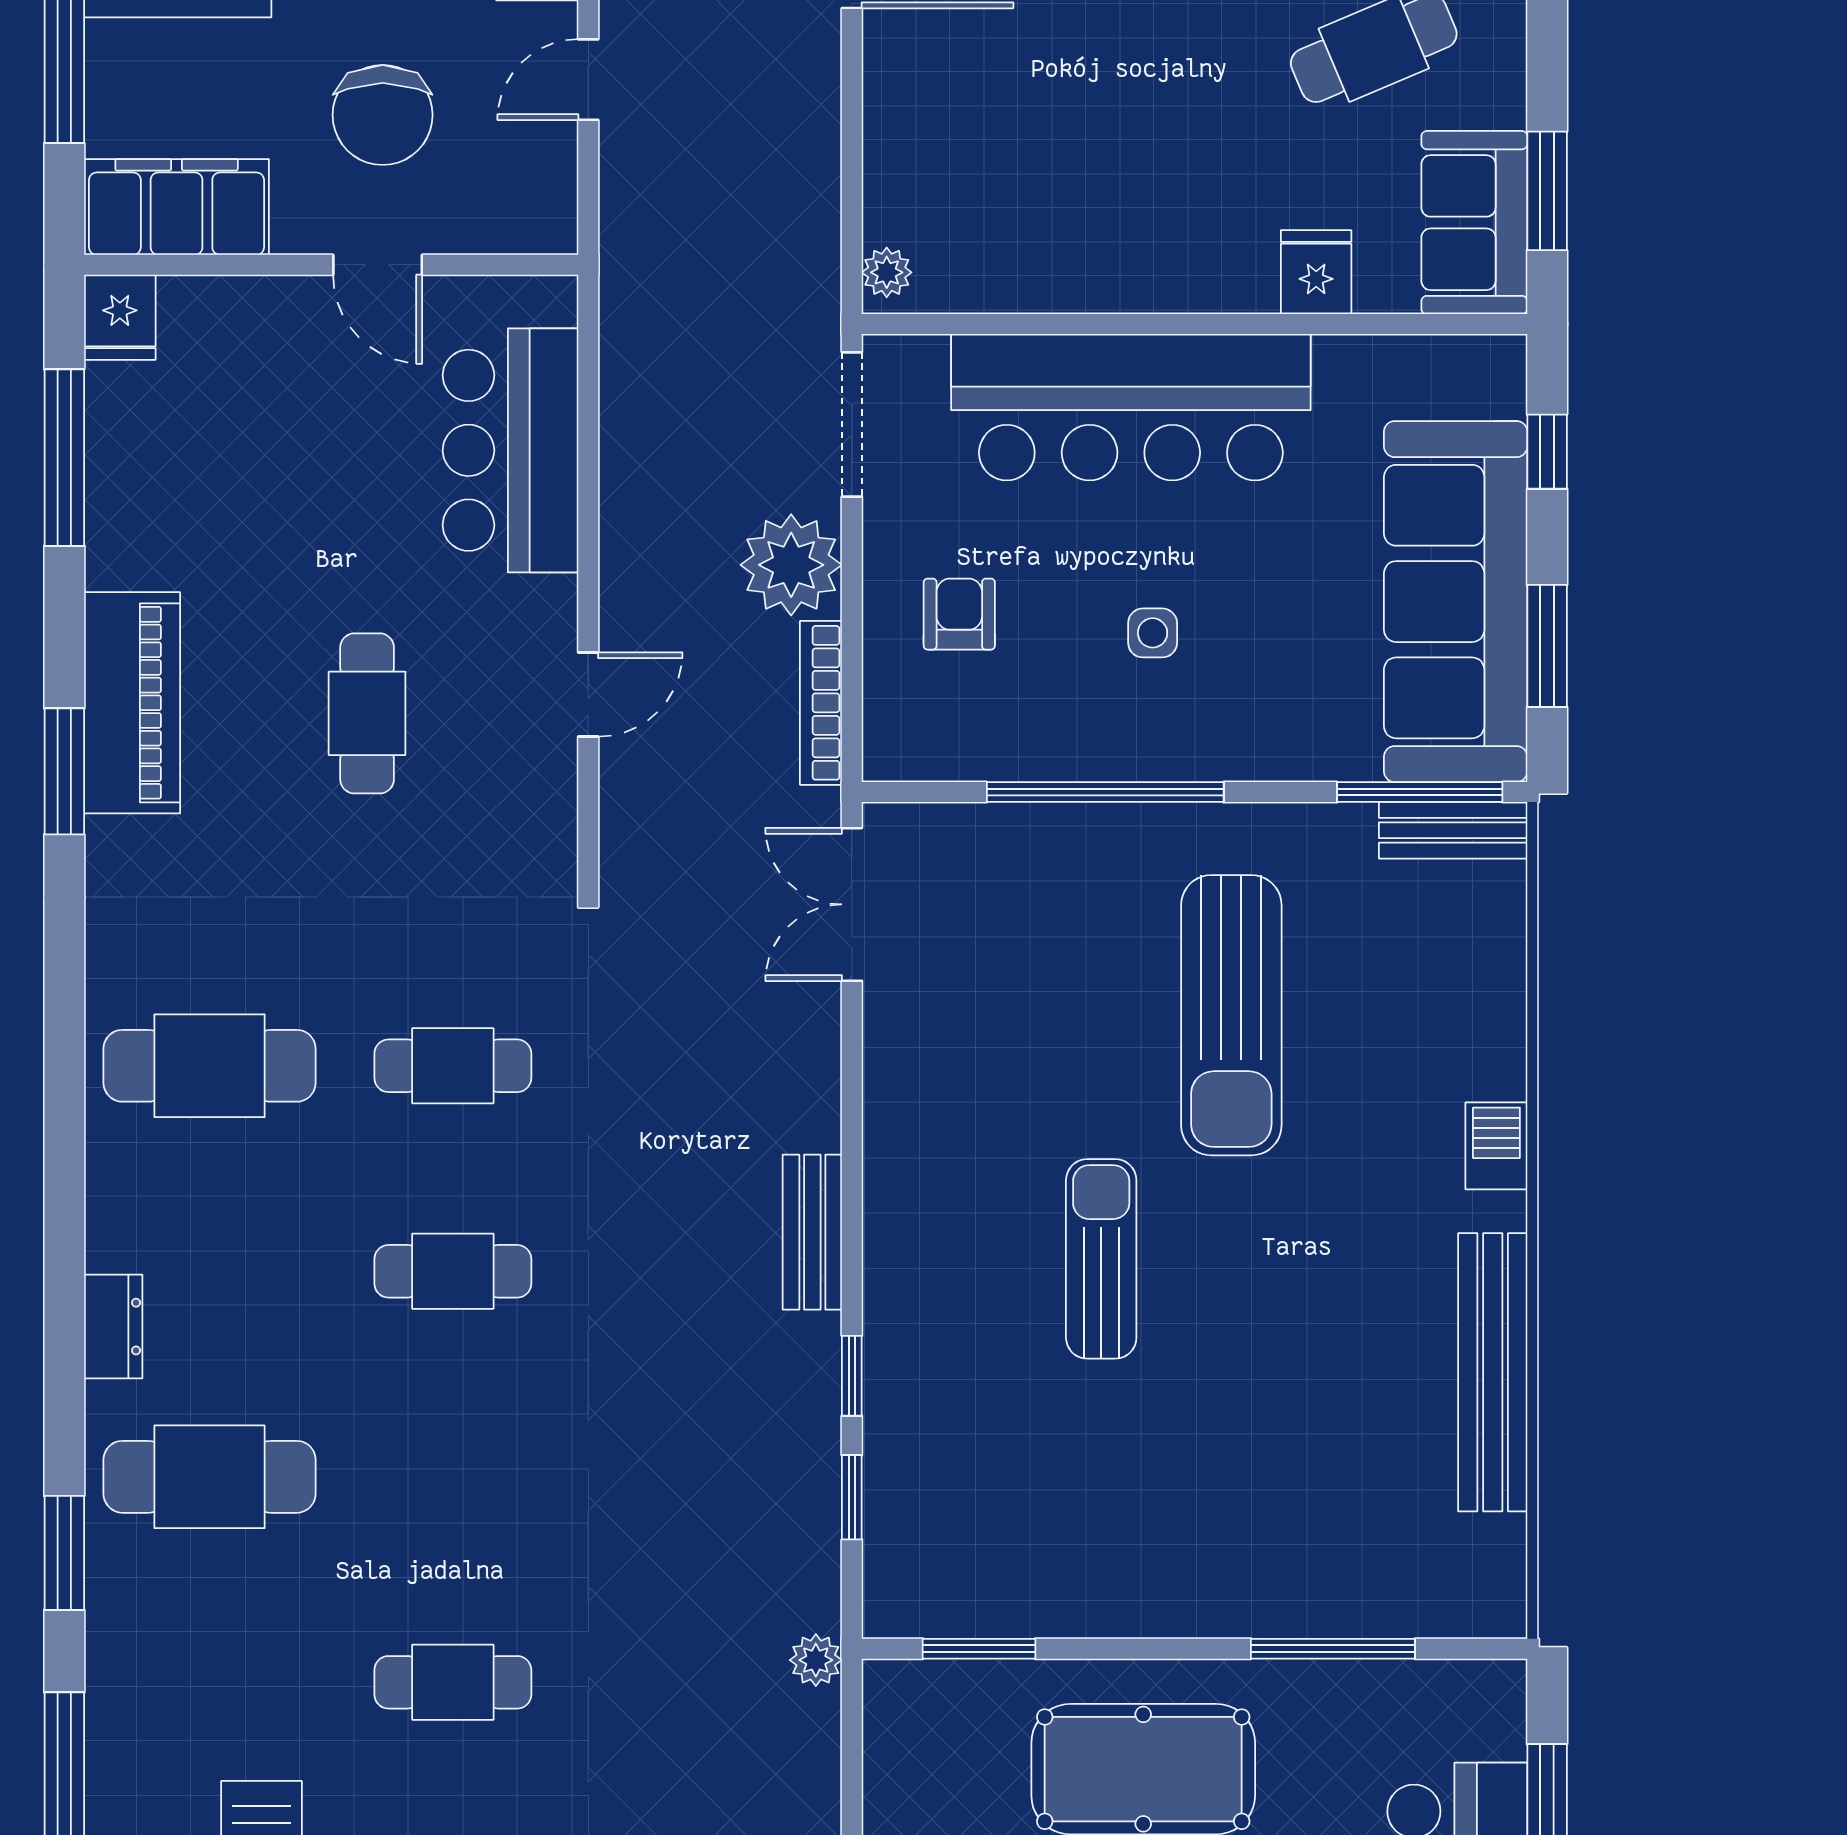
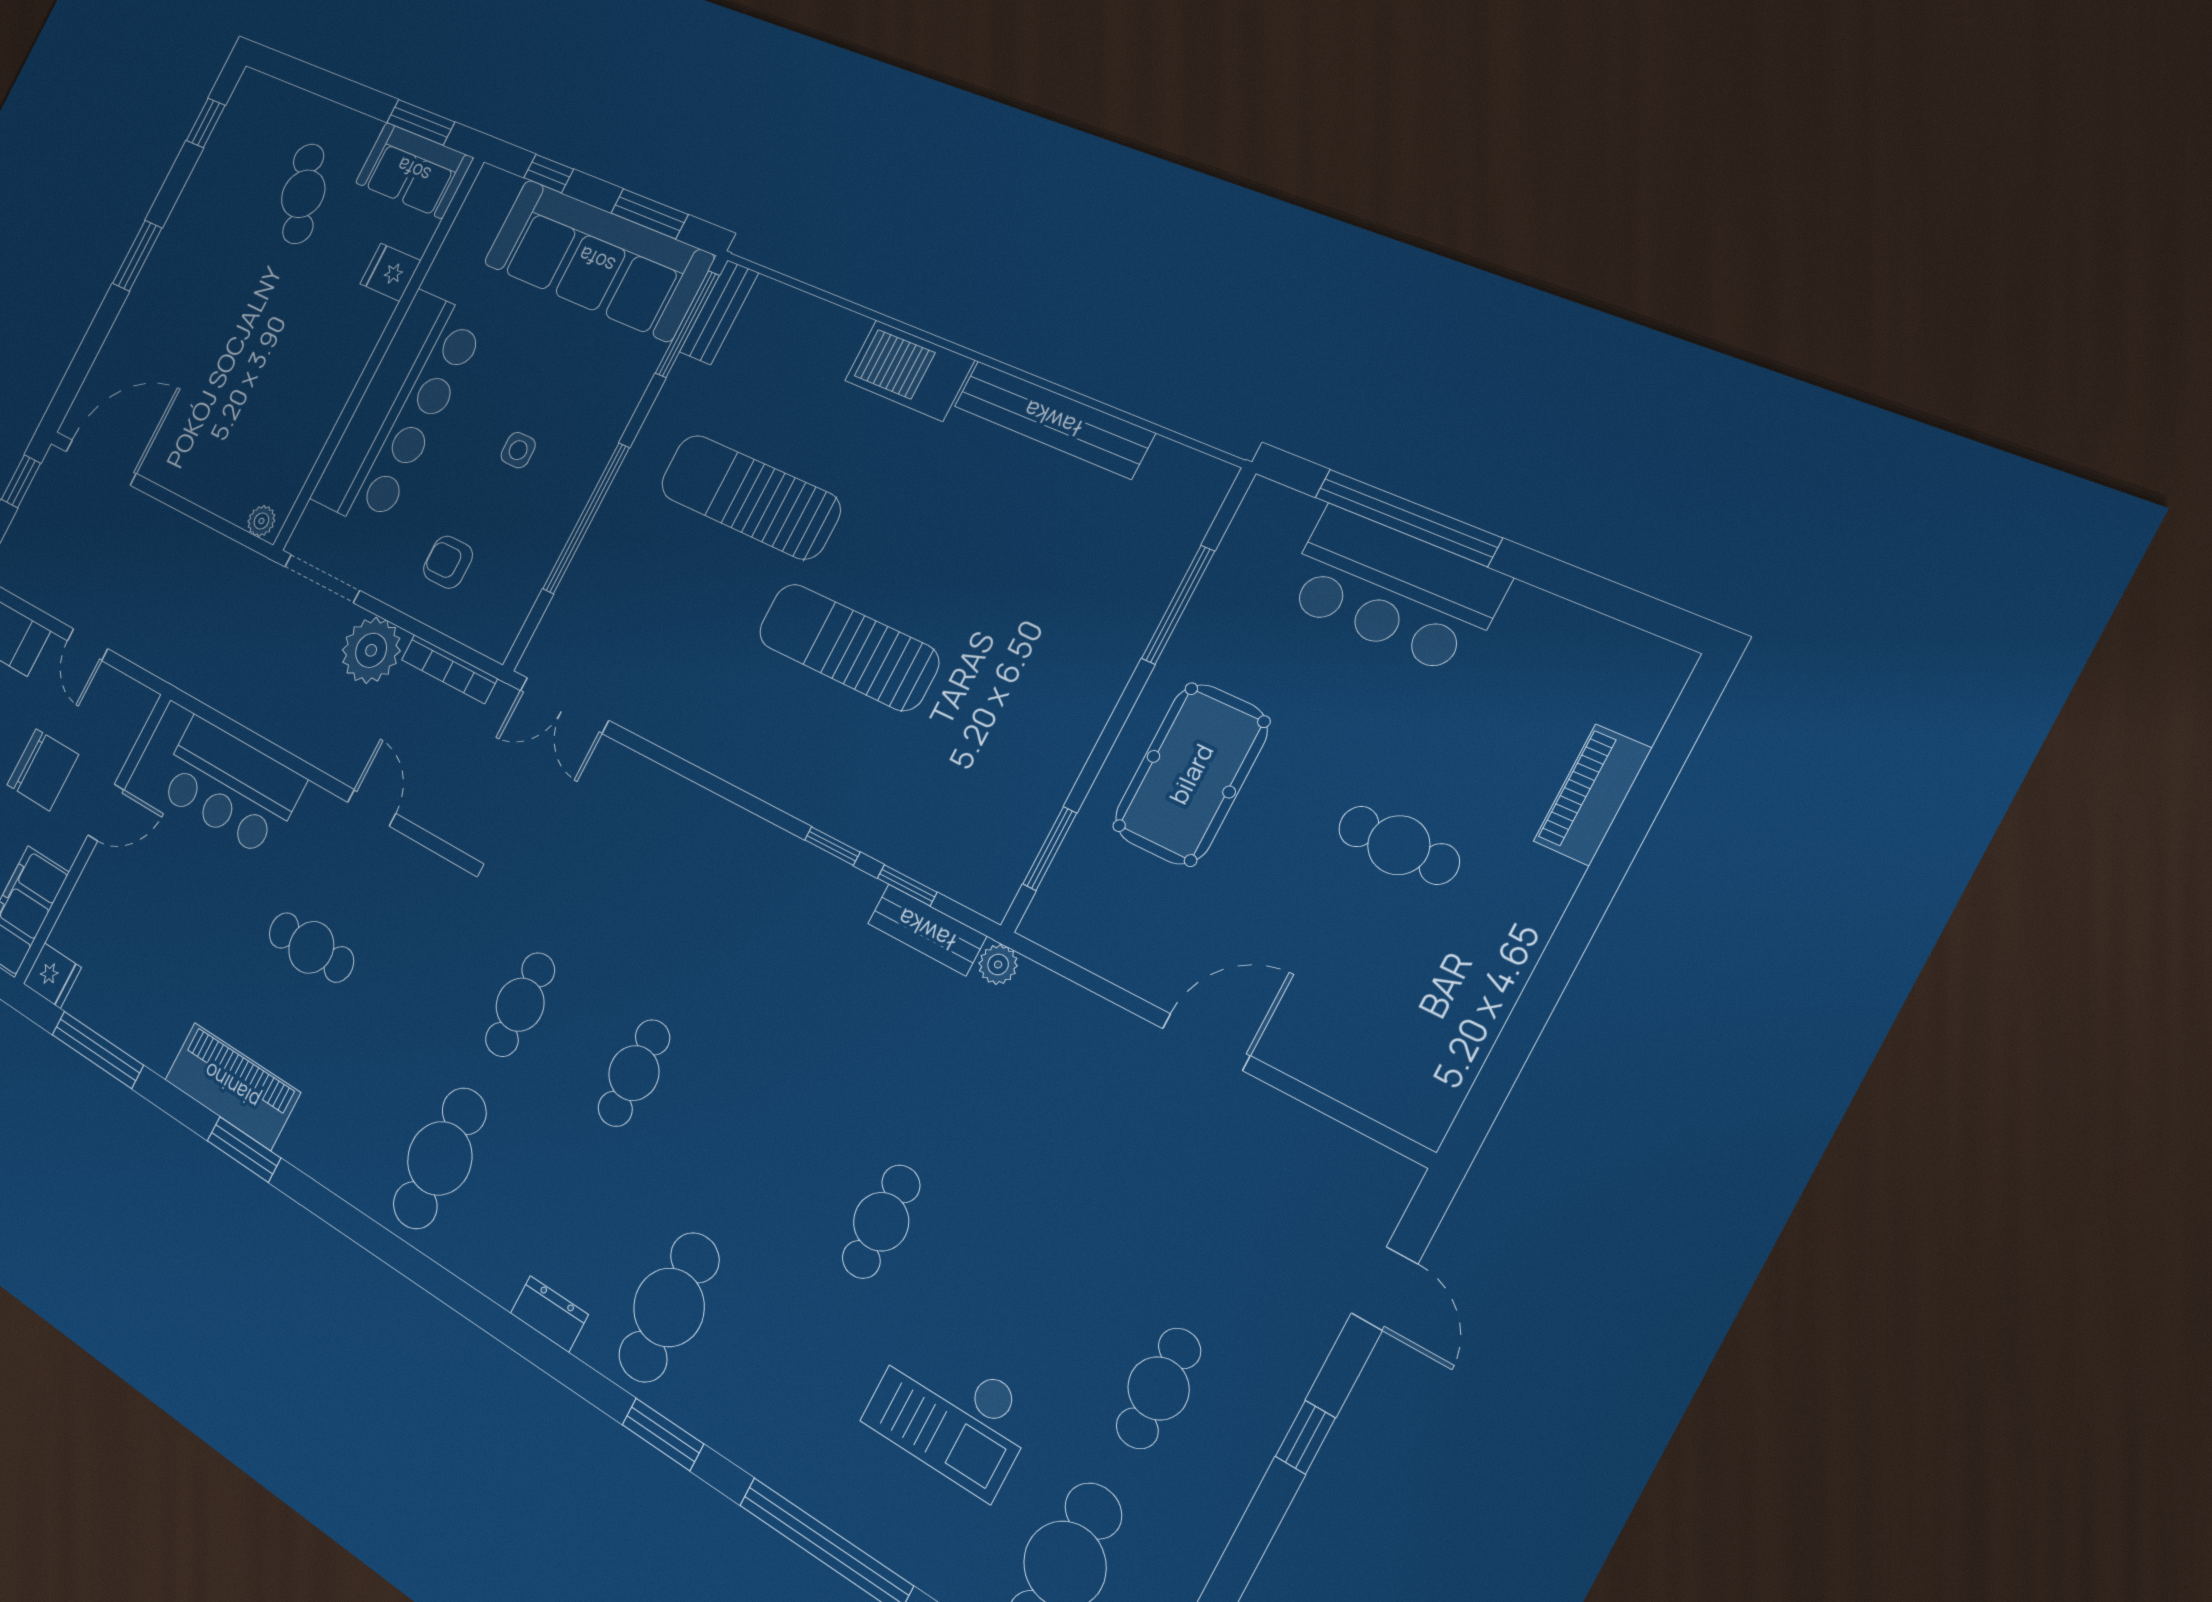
sun lounger: (1231, 1015) -> (750, 497), turned 180
barbecue: (1496, 1146) -> (909, 370), width x1.88, depth x1.53
bench: (812, 1232) -> (927, 930), moved
sun lounger: (1101, 1259) -> (848, 647), width x1.36, depth x1.34

